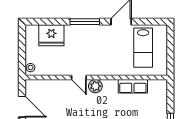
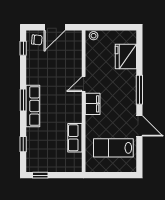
filing cabinet: (99, 68) -> (93, 104), added
plant: (95, 86) -> (75, 100), removed

